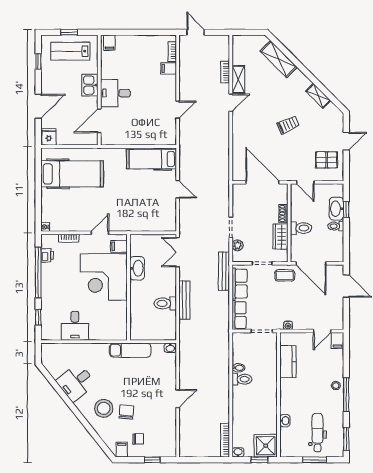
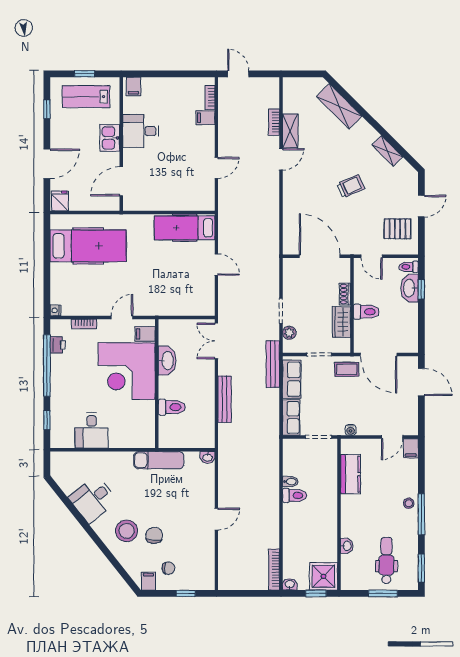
desk: (115, 93) -> (141, 131), moved
toilet: (336, 226) -> (409, 267), moved
toilet: (165, 303) -> (172, 407), moved, turned 180

